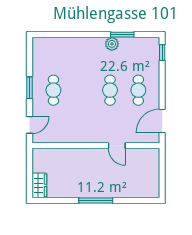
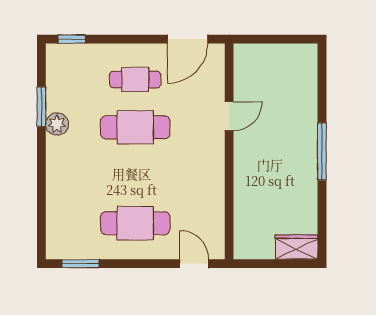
window: (30, 88) -> (80, 264), moved
cafe table: (53, 90) -> (135, 223), width x1.37, depth x1.35
cafe table: (110, 90) -> (135, 127), width x1.37, depth x1.35
door: (162, 121) -> (187, 39), hinge flipped

